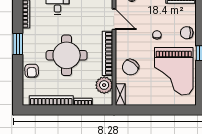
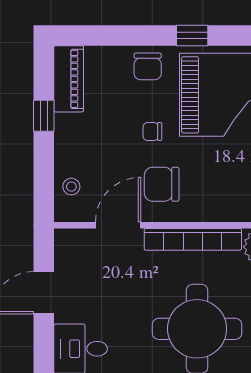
chair: (130, 67) -> (162, 184), moved, turned 143

